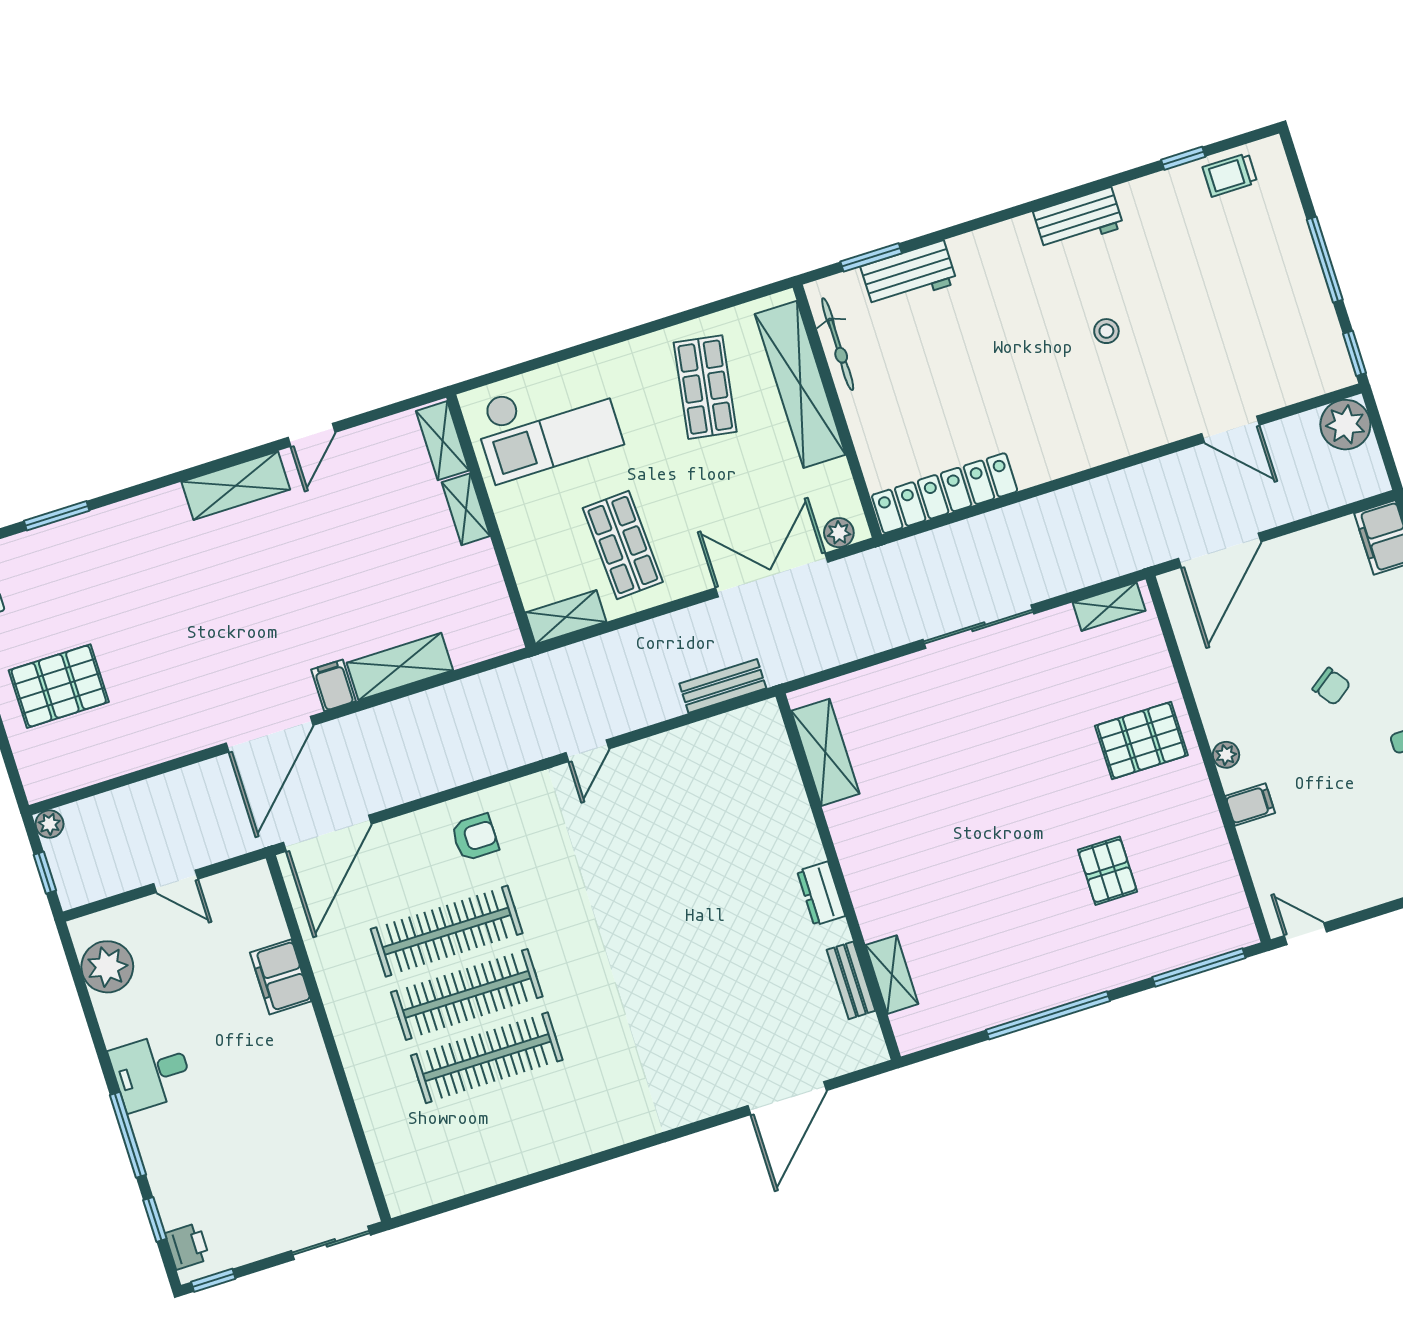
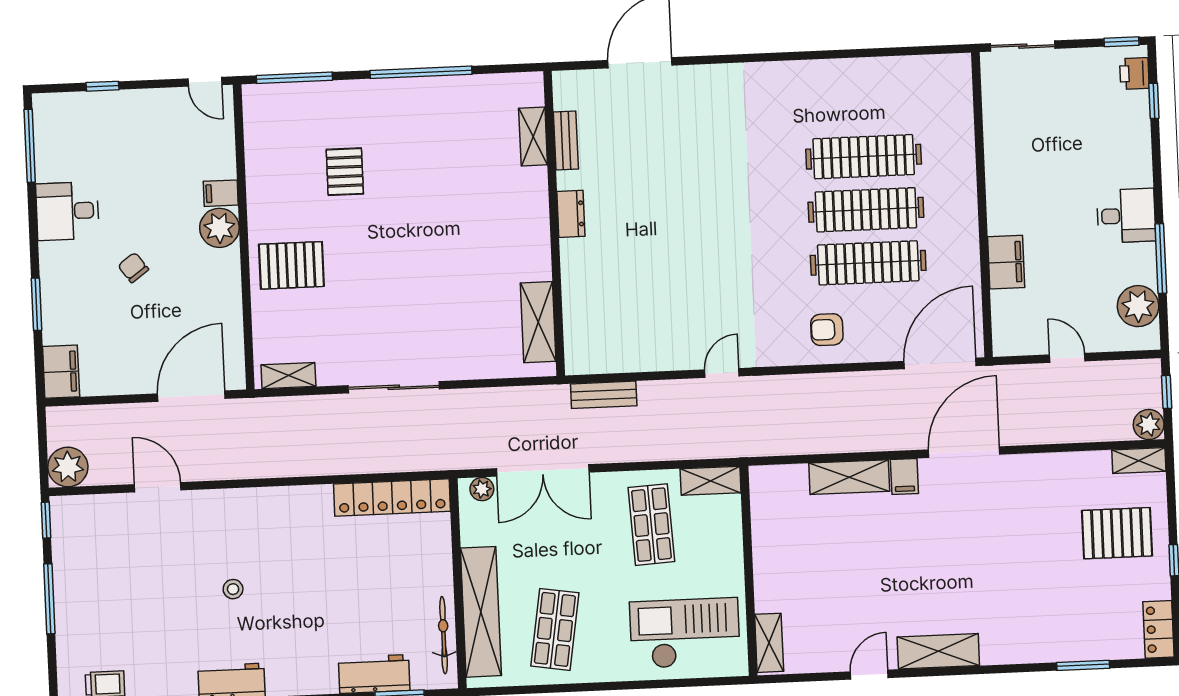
shelving: (466, 509) -> (1139, 461), moved, turned 90
plant: (1226, 755) -> (219, 228), width x1.87, depth x1.87
plant: (49, 824) -> (1149, 425), width x1.38, depth x1.38
window: (128, 1135) -> (1161, 258), moved

